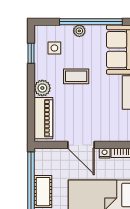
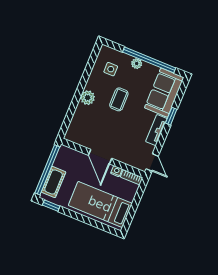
window: (31, 53) -> (90, 66), removed
coffee table: (76, 76) -> (119, 99), turned 90
piano: (43, 118) -> (78, 123), removed

